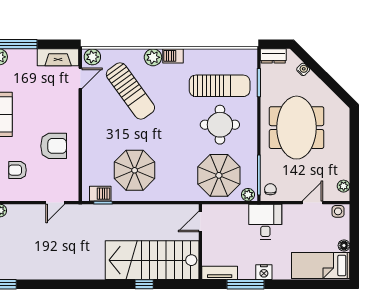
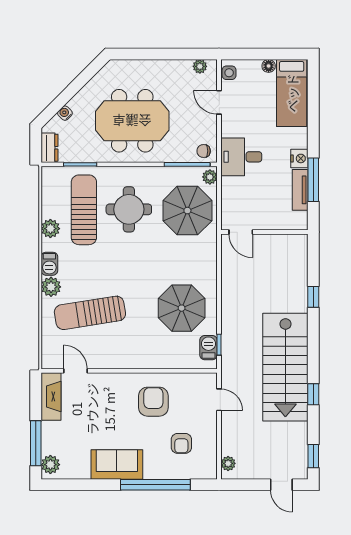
plant: (92, 57) -> (50, 229), moved
sun lounger: (130, 91) -> (90, 313), turned -153
stairs: (152, 260) -> (285, 367), moved
tv unit: (220, 273) -> (300, 190), moved
window: (60, 284) -> (313, 394), added

